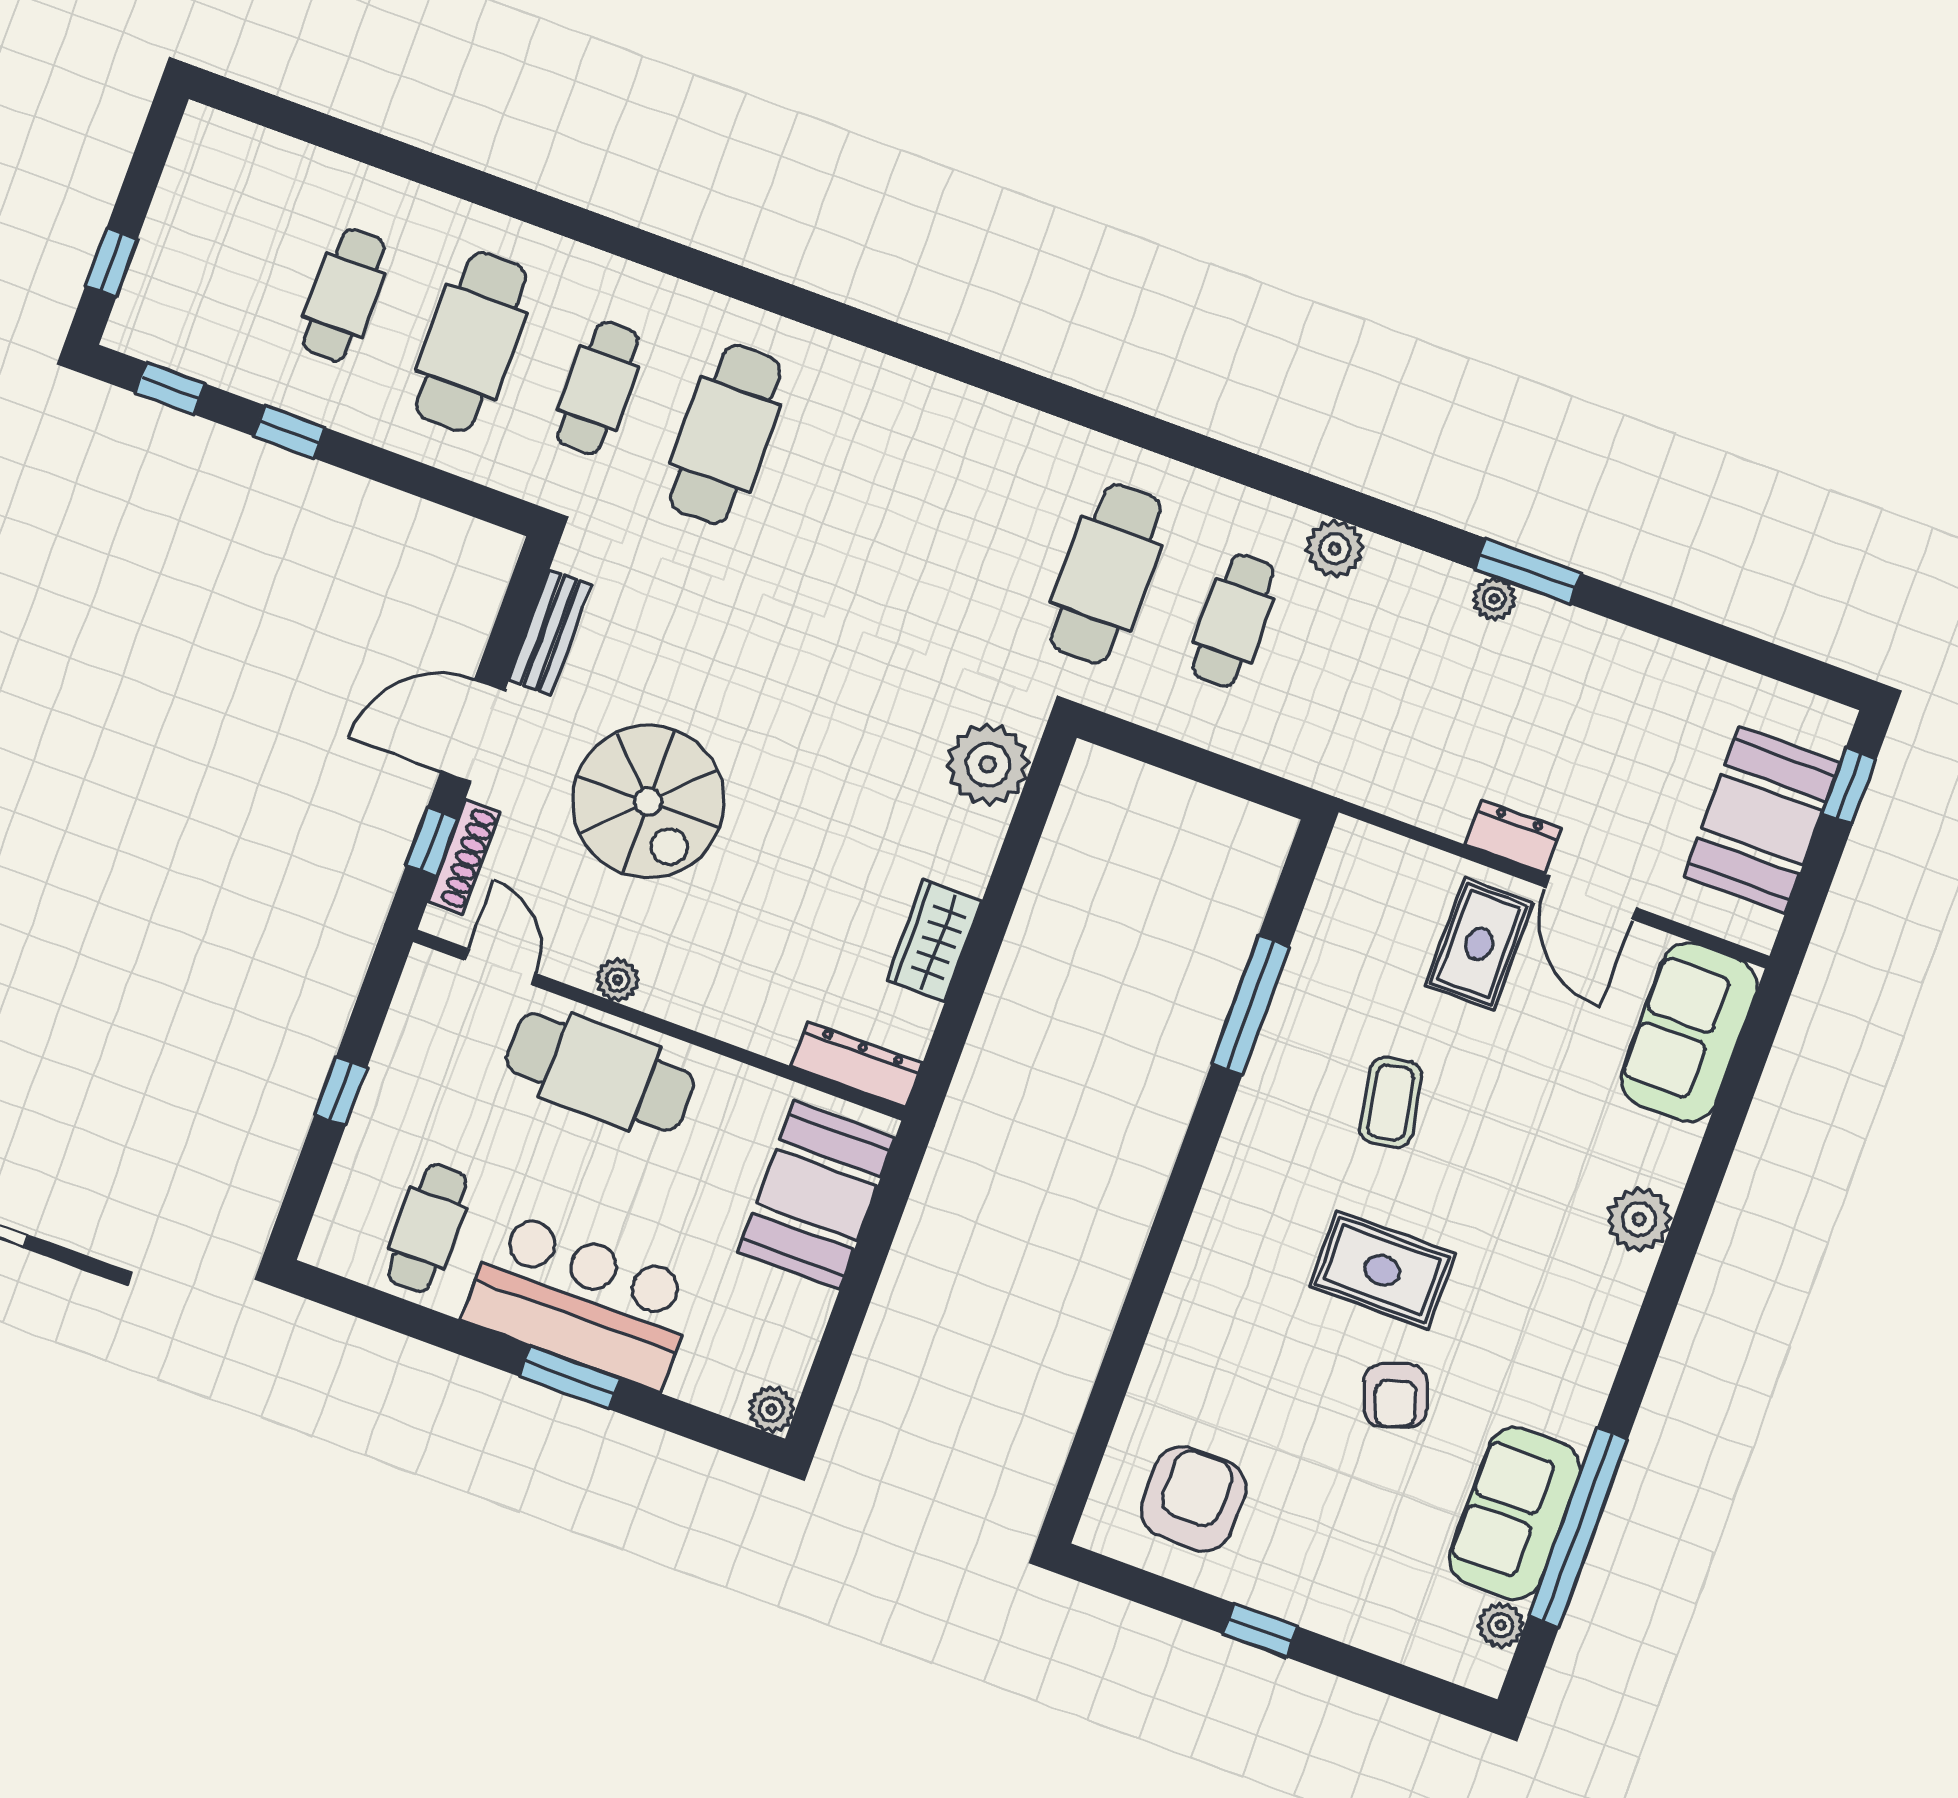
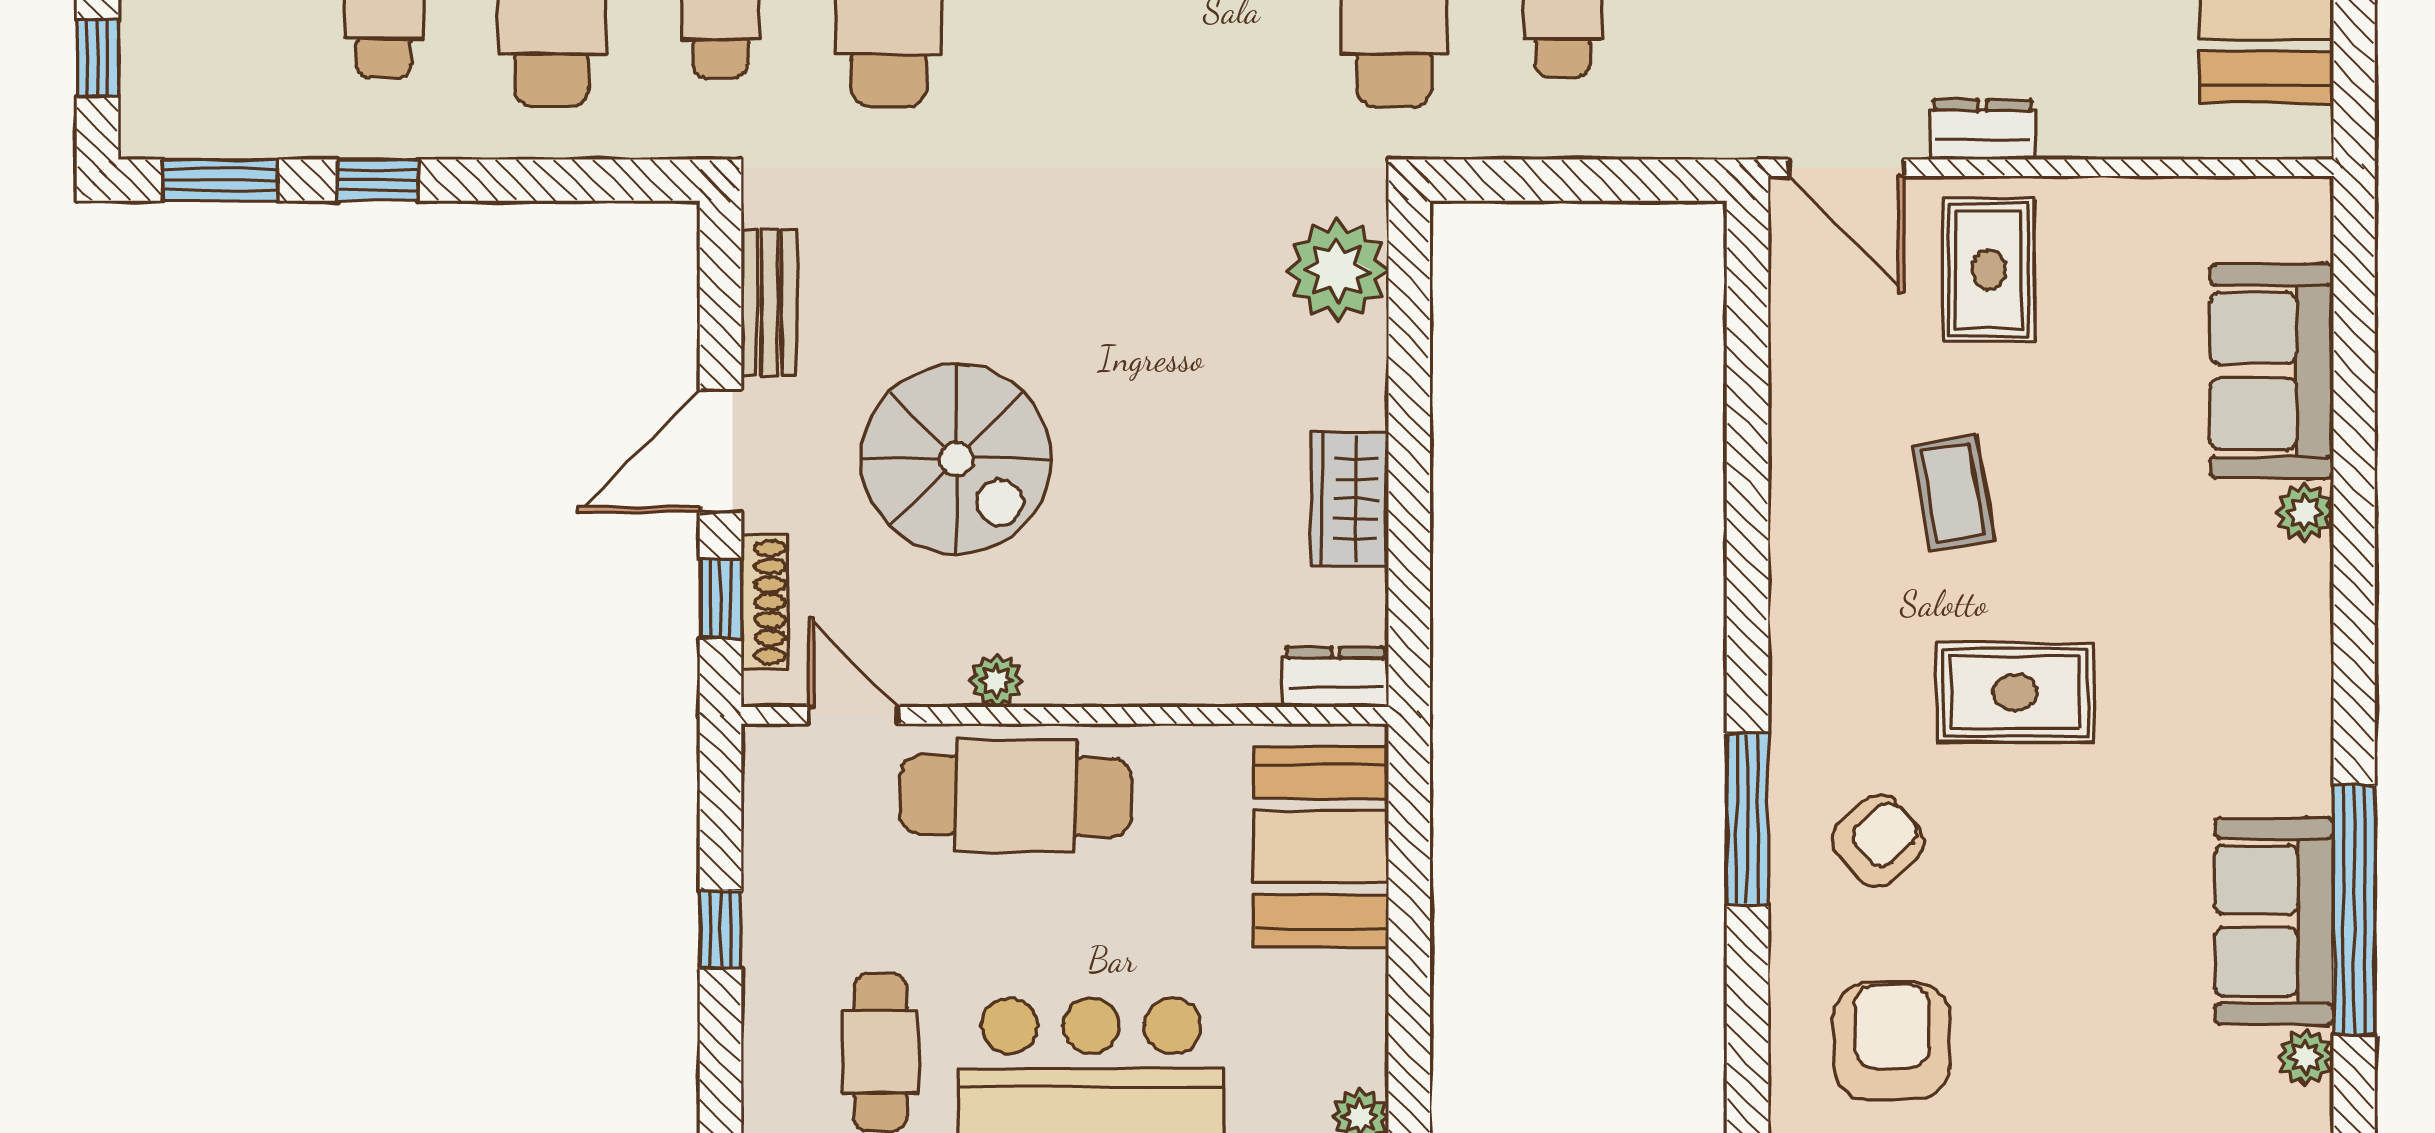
window: (170, 388) -> (220, 180), width x1.50
door: (1591, 898) -> (1846, 168), moved
window: (1250, 1005) -> (1748, 819), moved
sofa: (1689, 1032) -> (2272, 371), moved
dresser: (857, 1065) -> (1336, 677), width x0.70
plant: (1639, 1219) -> (2305, 512), width x0.73, depth x0.73
armchair: (1395, 1396) -> (1878, 841), moved, turned -112

